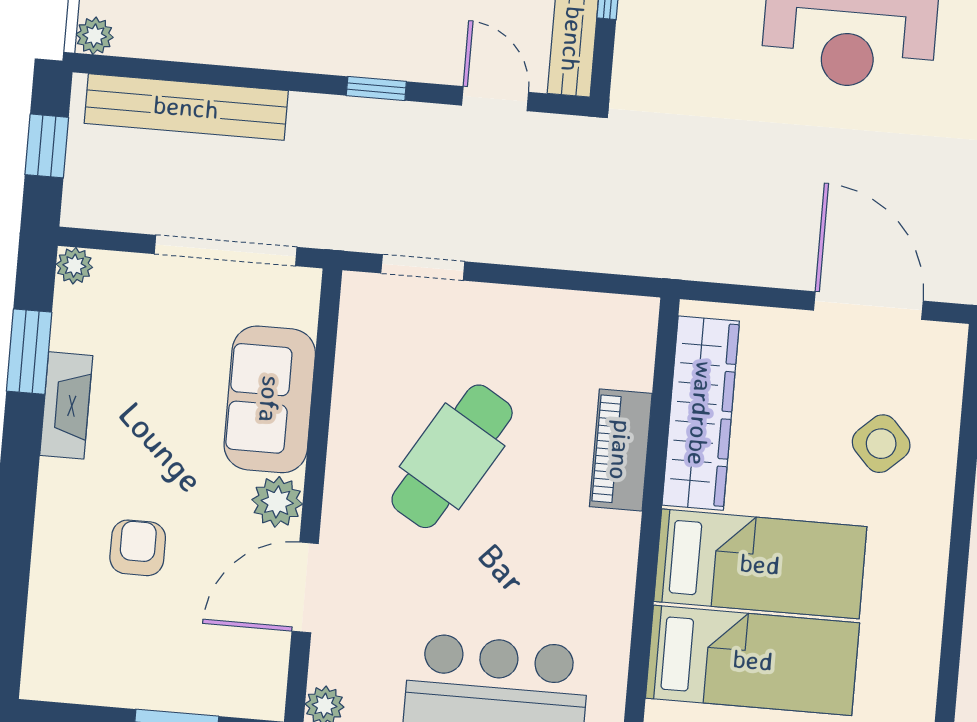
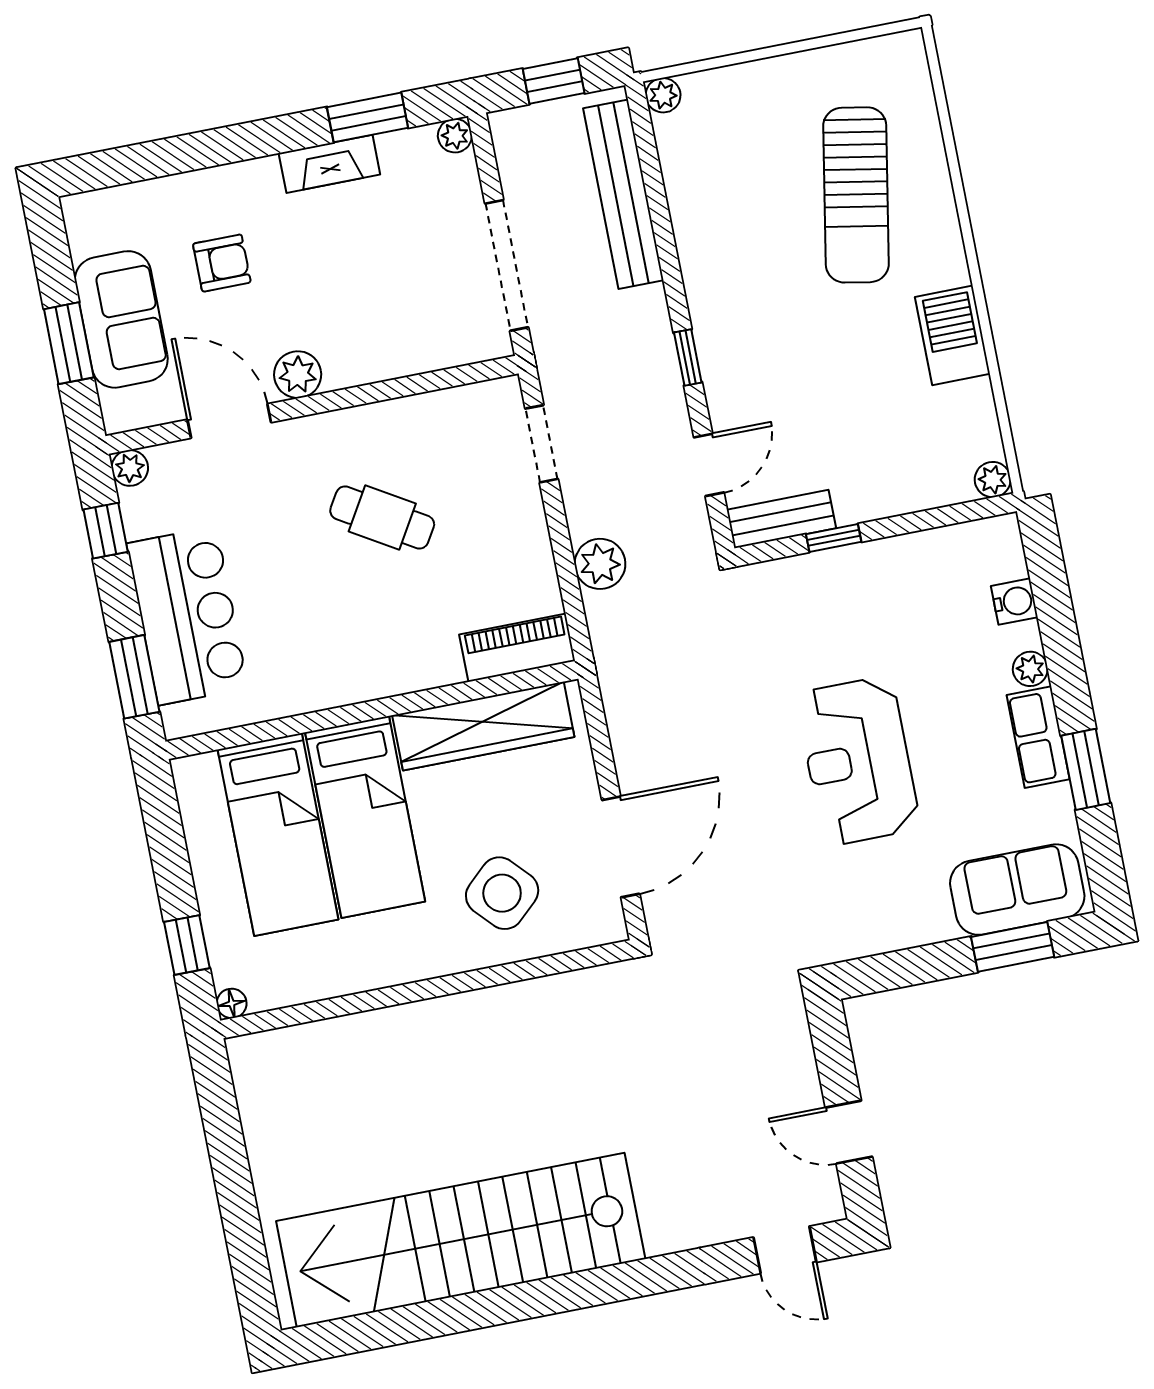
plant: (566, 242) -> (600, 564), added
sofa: (270, 399) -> (121, 319), moved, turned 90
side table: (881, 444) -> (502, 893), width x1.37, depth x1.37
piano: (621, 450) -> (517, 648), moved
cafe table: (452, 456) -> (382, 517), width x0.73, depth x0.74

